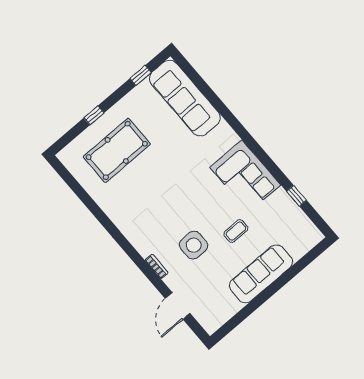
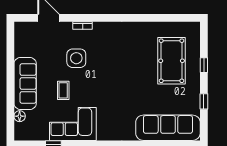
window: (141, 75) -> (204, 101), moved
corner sofa: (245, 176) -> (73, 124), moved
floor lamp: (297, 252) -> (20, 116), added

